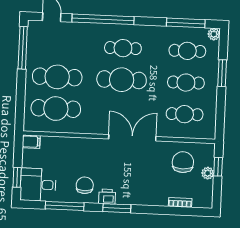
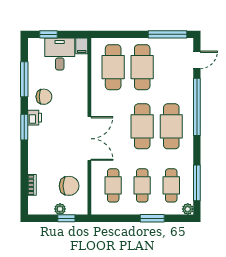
cafe table: (123, 48) -> (171, 126), width x1.37, depth x1.35
desk: (38, 185) -> (60, 54), moved

